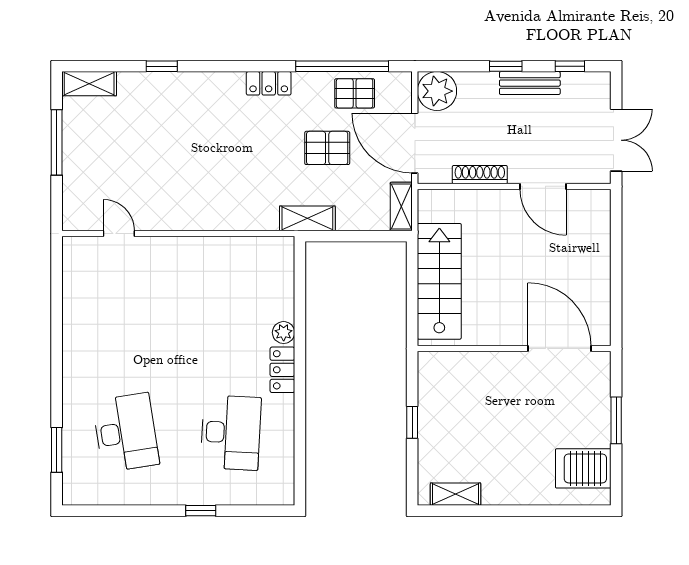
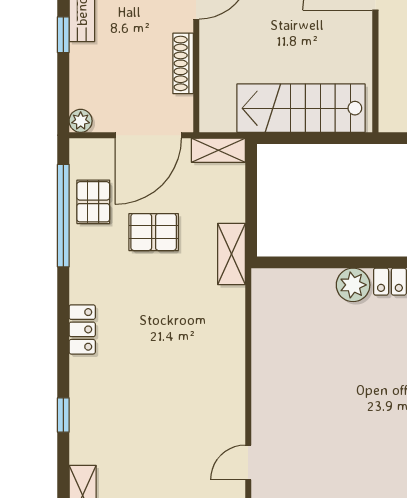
locker: (269, 83) -> (82, 329), moved
plant: (437, 91) -> (81, 121), width x0.53, depth x0.53
pallet: (327, 148) -> (154, 232), turned 90
plant: (284, 333) -> (353, 285), width x1.38, depth x1.38

